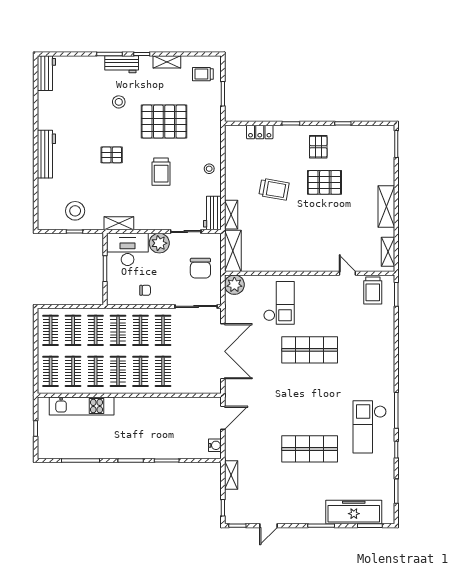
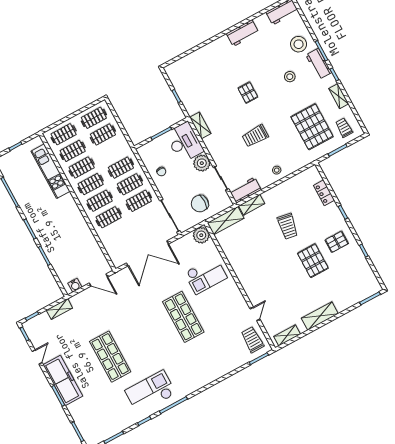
pallet: (164, 122) -> (312, 127), moved
workbench: (46, 154) -> (243, 33), moved, width x0.73
stool: (75, 211) -> (299, 44), moved
trolley: (373, 291) -> (252, 340), turned 90
clothes rail: (96, 330) -> (112, 151), removed
freezer: (354, 512) -> (63, 380), moved
door: (268, 526) -> (37, 357), swing flipped

